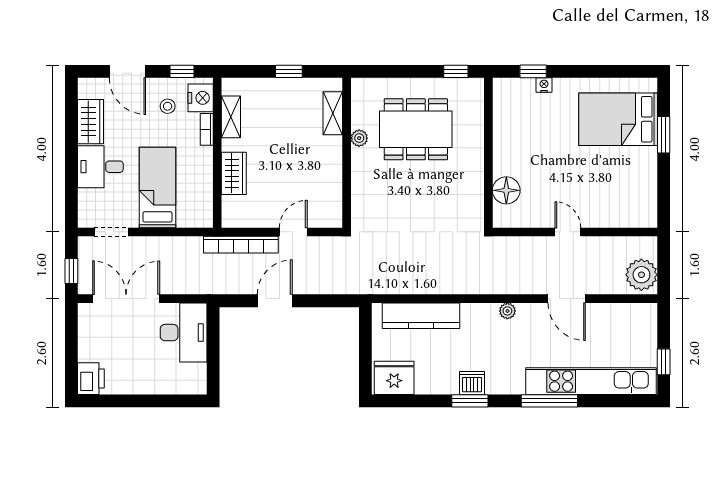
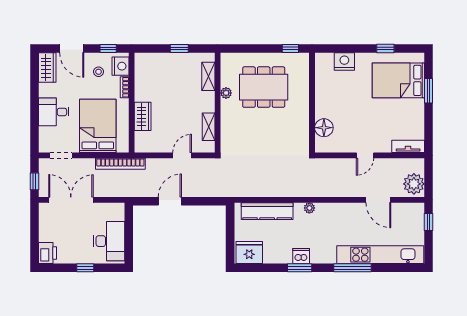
window: (533, 71) -> (385, 49), moved
nightstand: (544, 85) -> (344, 62), width x1.89, depth x1.79
shelving: (231, 117) -> (209, 127), moved
wardrobe: (91, 122) -> (47, 68), moved
bed: (157, 187) -> (98, 126), width x1.50
tv unit: (633, 218) -> (408, 146), added
door: (568, 232) -> (365, 155), swing flipped
bookcase: (241, 245) -> (120, 164), moved
door: (567, 299) -> (378, 200), moved
plant: (507, 311) -> (309, 208), moved
desk: (184, 333) -> (109, 241), moved
window: (664, 362) -> (429, 222), moved
window: (148, 401) -> (85, 268), added

